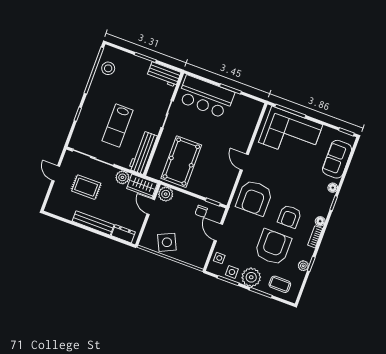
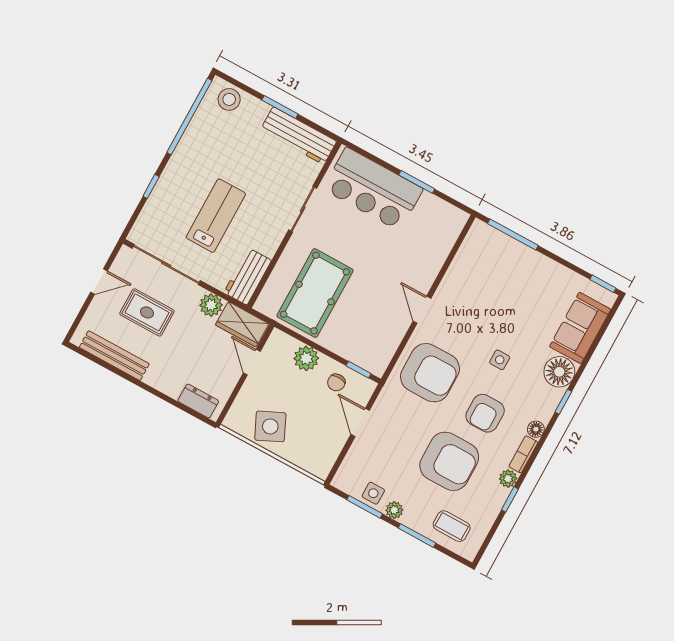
stool: (108, 68) -> (229, 99), moved
workbench: (164, 74) -> (298, 136), width x1.38
lab bench: (118, 125) -> (216, 216), turned 180
corner sofa: (291, 134) -> (508, 273), removed
workbench: (143, 153) -> (248, 276), width x0.73
door: (56, 173) -> (99, 282), swing flipped
floor lamp: (333, 188) -> (559, 372), width x1.89, depth x1.89
plant: (166, 194) -> (306, 358), moved
armchair: (254, 198) -> (430, 373), turned -90
bench: (93, 223) -> (114, 356), moved
armchair: (273, 247) -> (449, 461), turned 90
side table: (219, 258) -> (500, 360), moved
plant: (303, 266) -> (508, 479), moved
plant: (251, 277) -> (394, 510), width x0.53, depth x0.53

